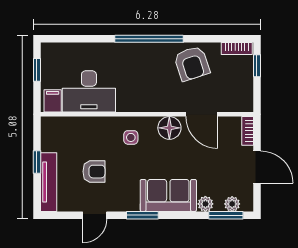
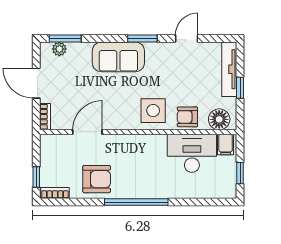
armchair: (192, 63) -> (97, 179), turned 108
door: (202, 114) -> (87, 132), hinge flipped
floor lamp: (169, 128) -> (219, 119), moved
side table: (131, 137) -> (153, 111), width x1.87, depth x1.87
armchair: (94, 172) -> (187, 117), moved
plant: (205, 204) -> (84, 49), removed

